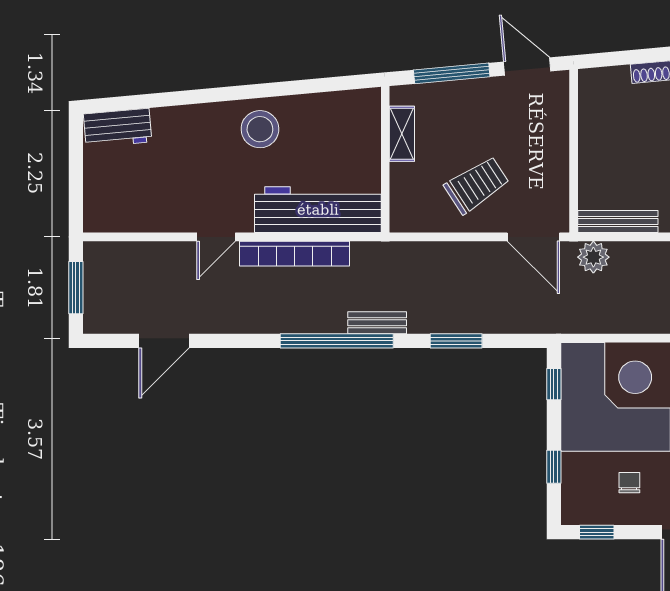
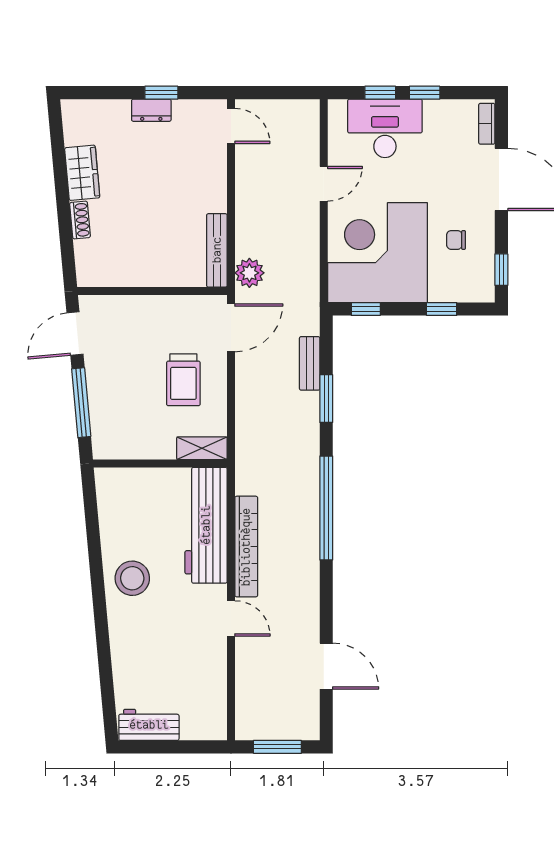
workbench: (118, 128) -> (149, 725), moved, turned -85
shelving: (402, 134) -> (202, 448), moved
trolley: (477, 185) -> (183, 380), turned -147
bench: (377, 323) -> (310, 363), moved

